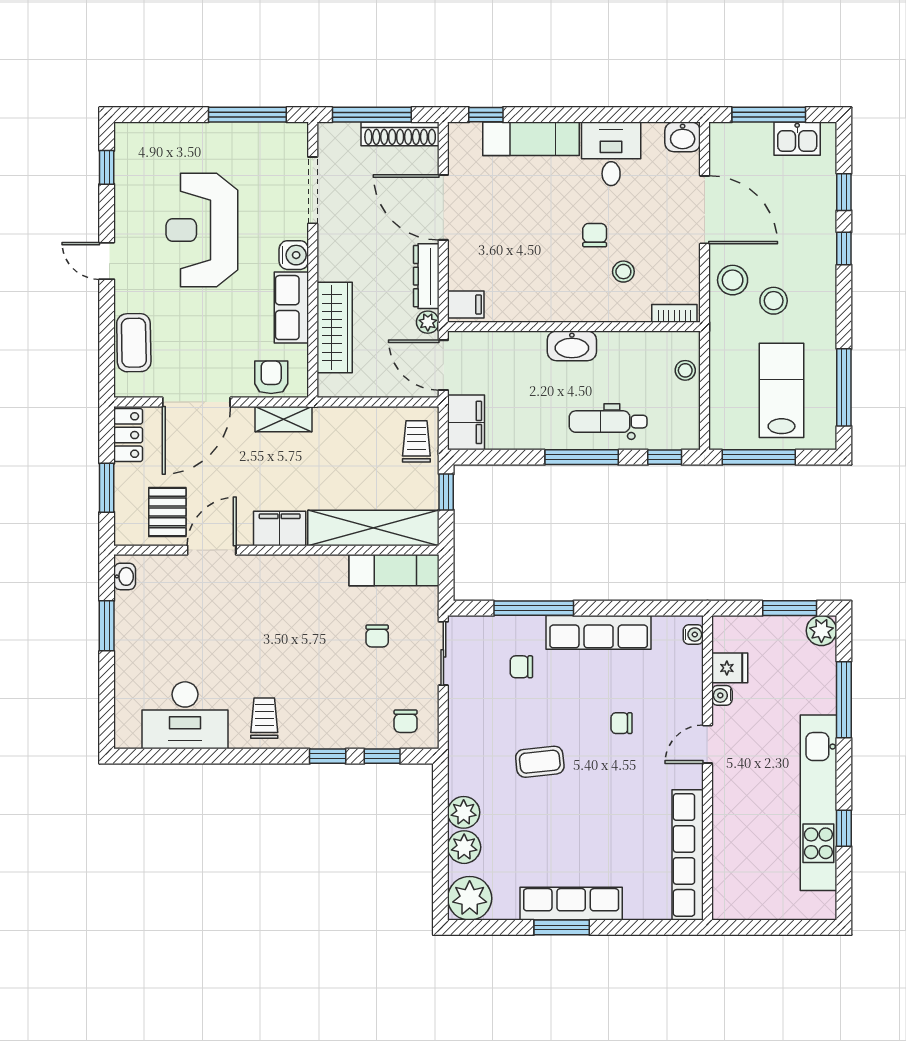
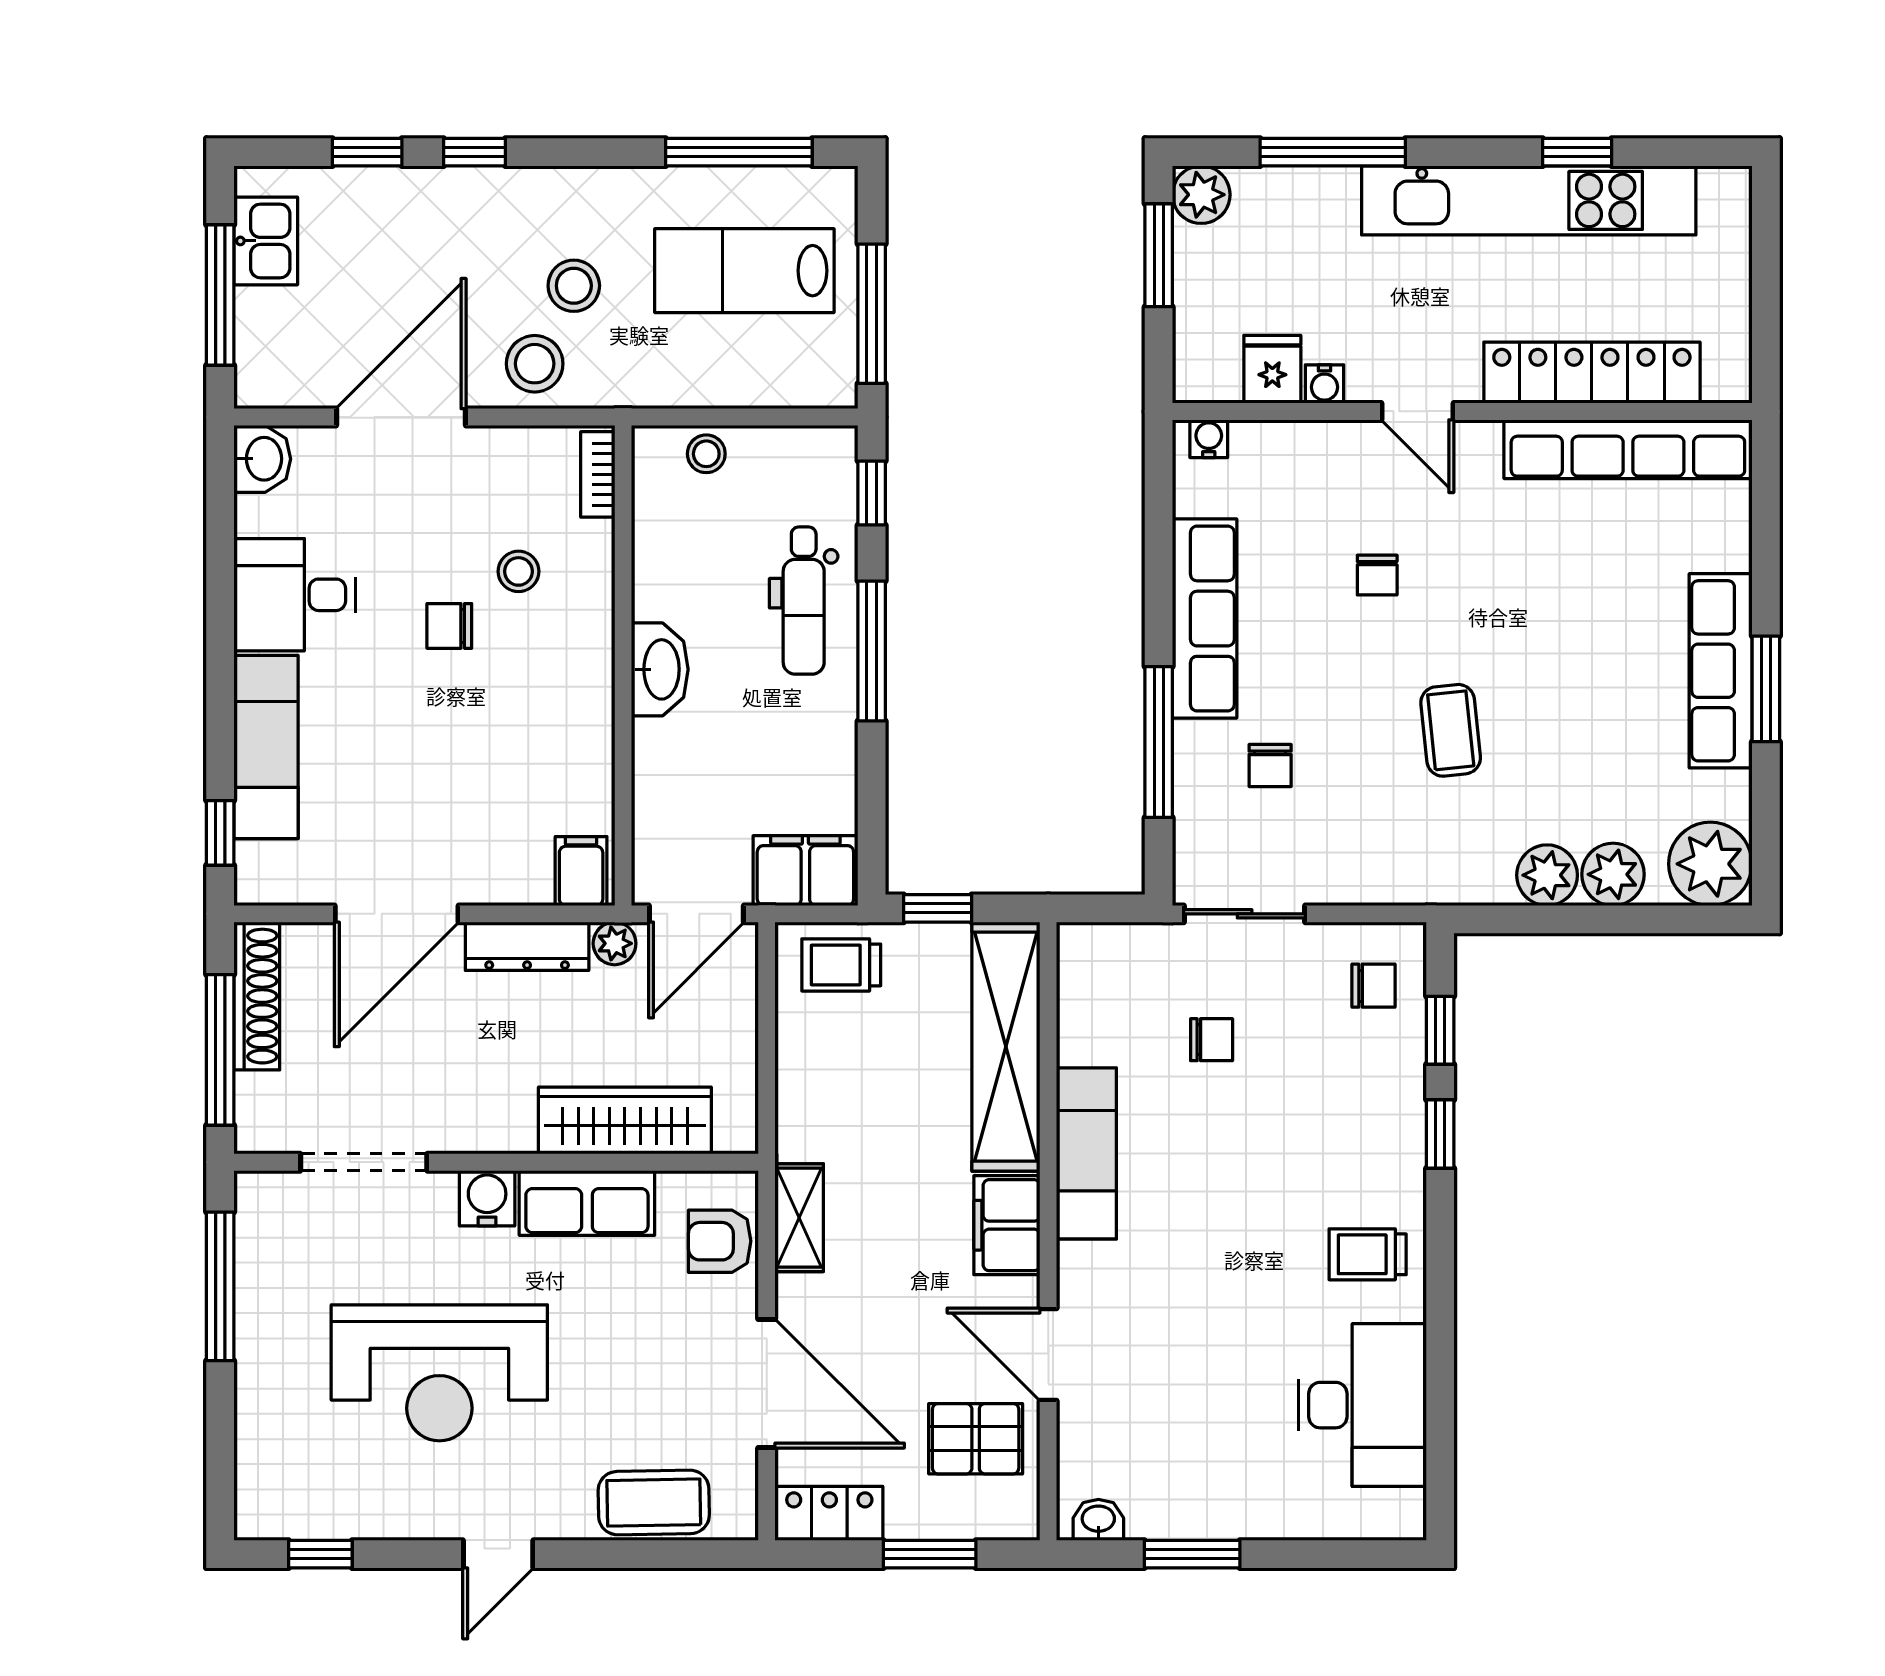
exam couch: (394, 570) -> (1086, 1153), moved
locker: (728, 836) -> (1592, 373), added

